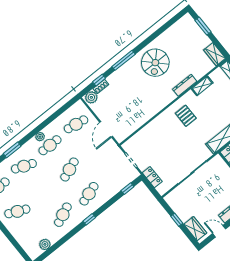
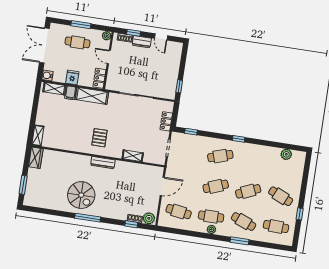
window: (124, 60) -> (88, 218), moved
spiral stairs: (155, 63) -> (81, 195), turned 90
dresser: (185, 85) -> (103, 163), moved
shelving: (202, 86) -> (133, 156), moved
cafe table: (63, 215) -> (248, 191), moved
window: (177, 220) -> (179, 86), moved
wardrobe: (195, 229) -> (175, 56), removed

